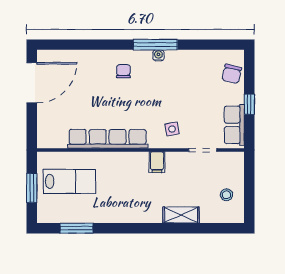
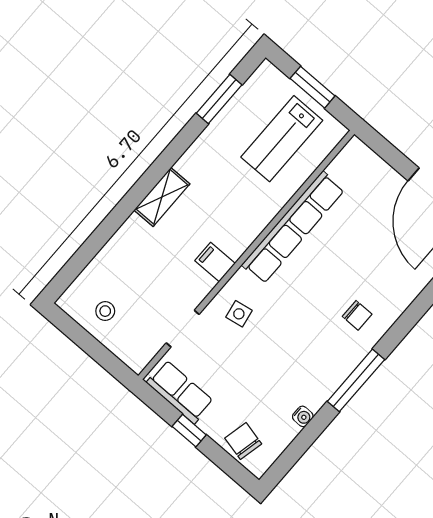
water cooler: (158, 55) -> (303, 416), moved
shelving: (181, 215) -> (162, 197), moved

